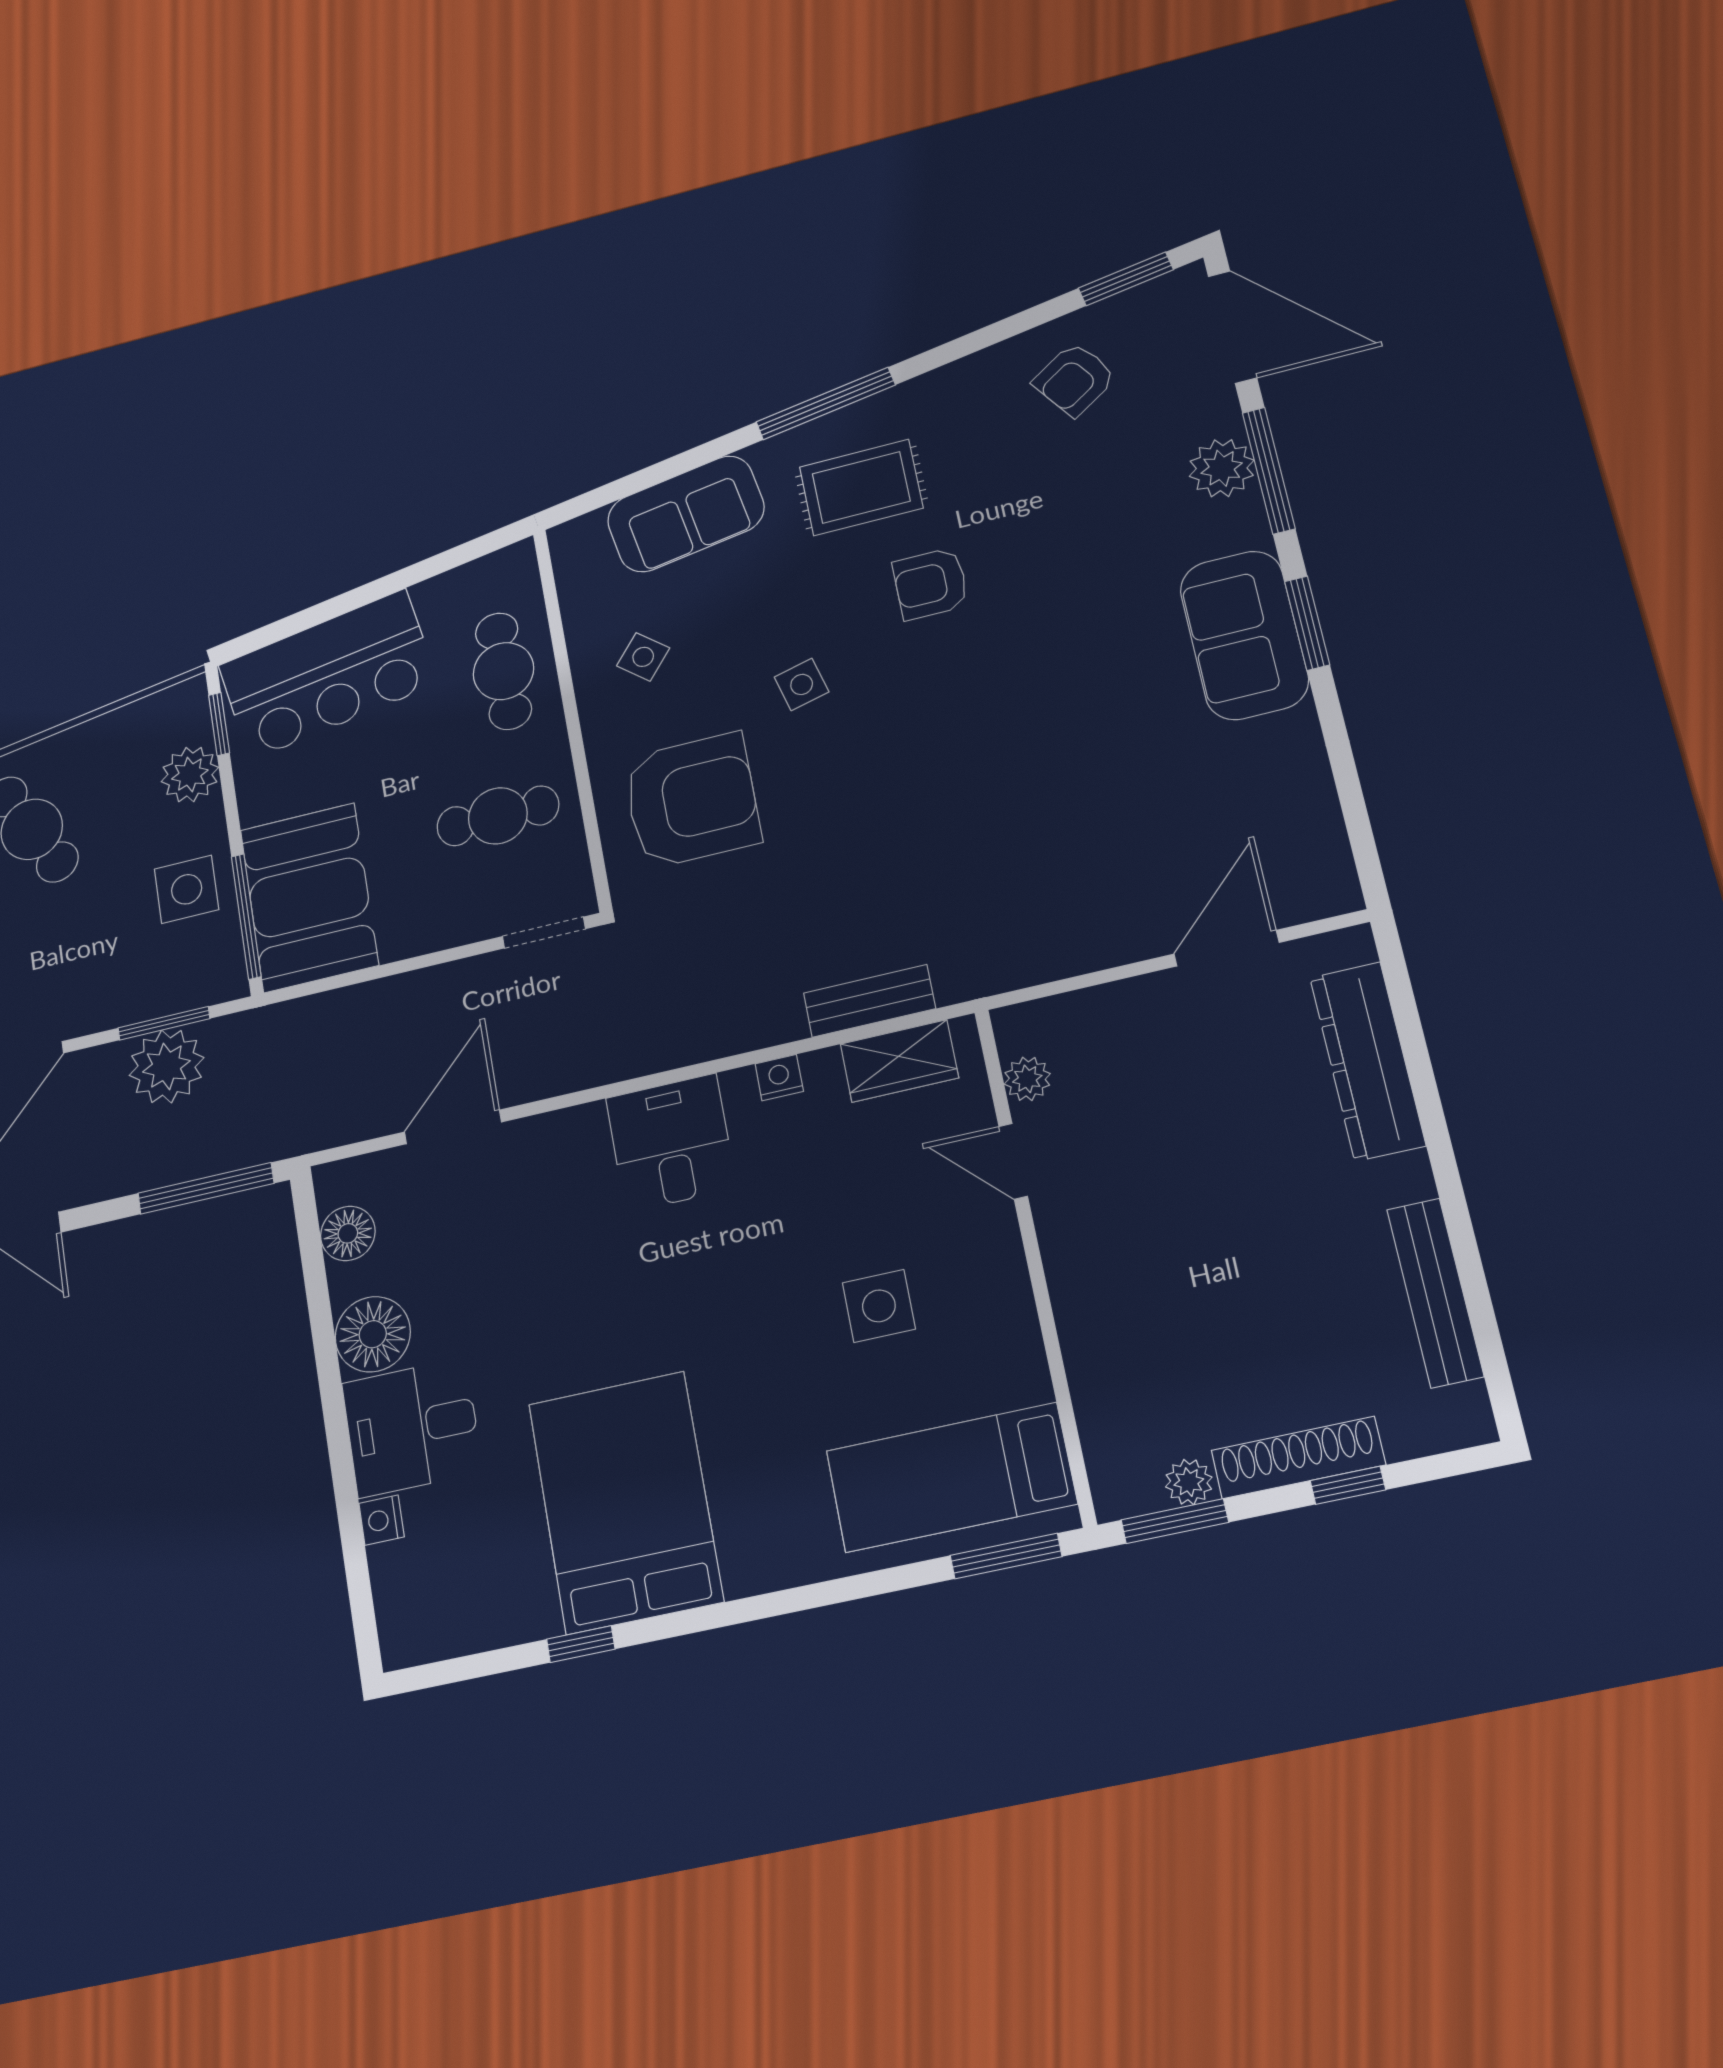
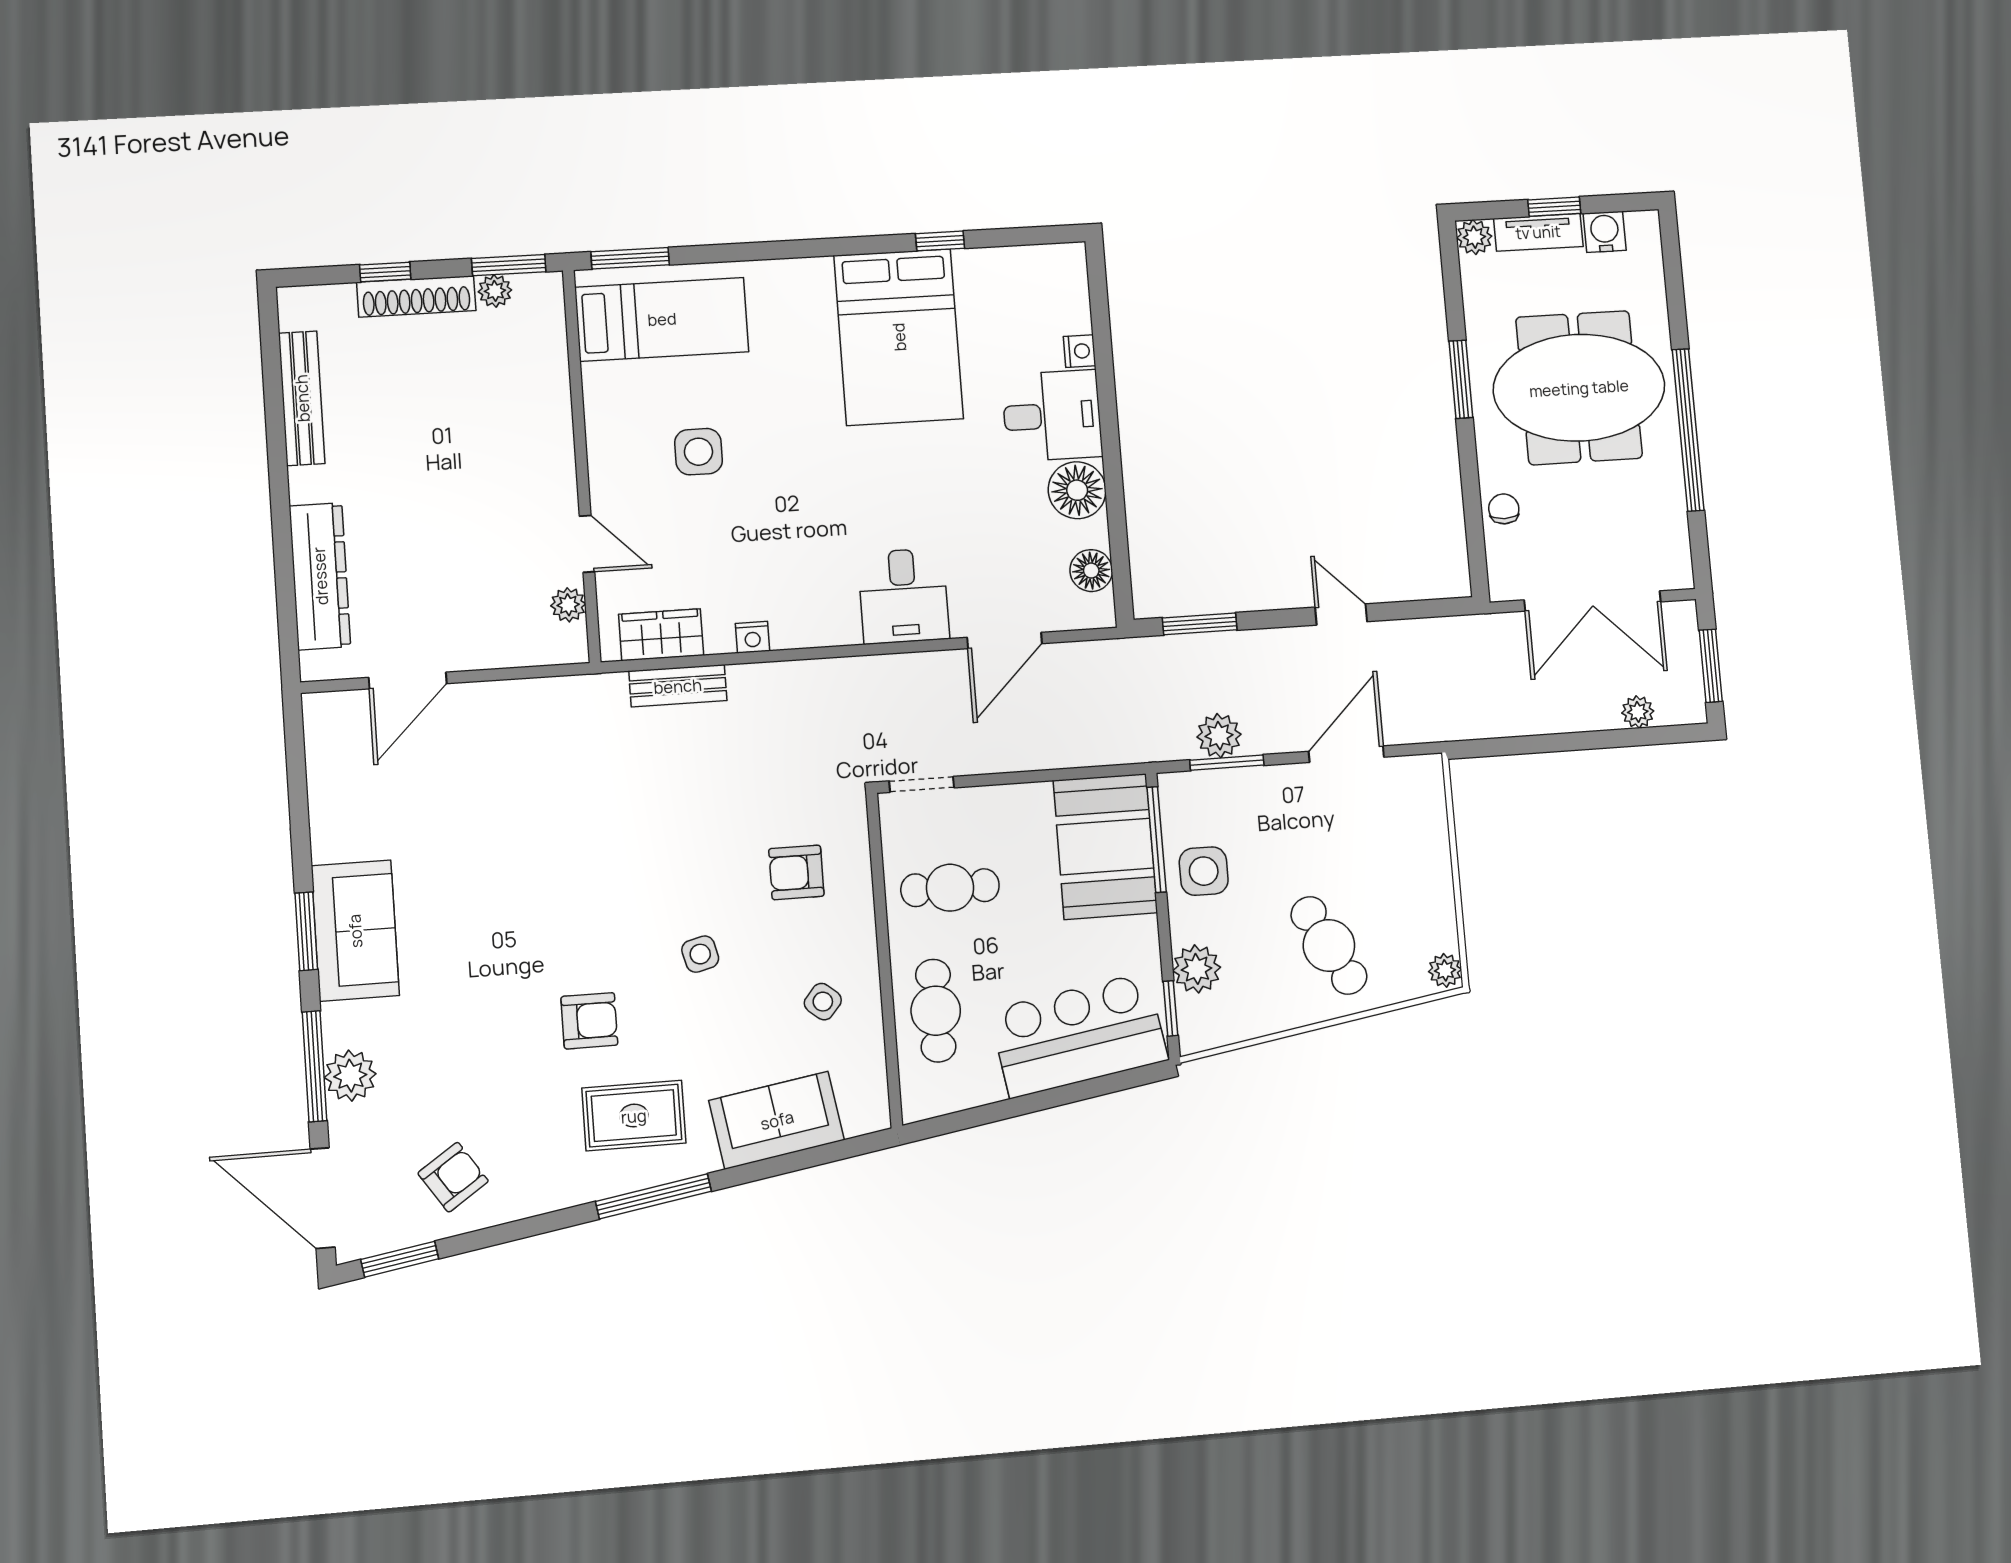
armchair: (692, 801) -> (796, 872), width x0.53, depth x0.53
plant: (166, 1066) -> (1219, 736), width x0.73, depth x0.73
desk: (671, 1143) -> (904, 596), moved
window: (206, 1188) -> (1200, 624), width x0.69

